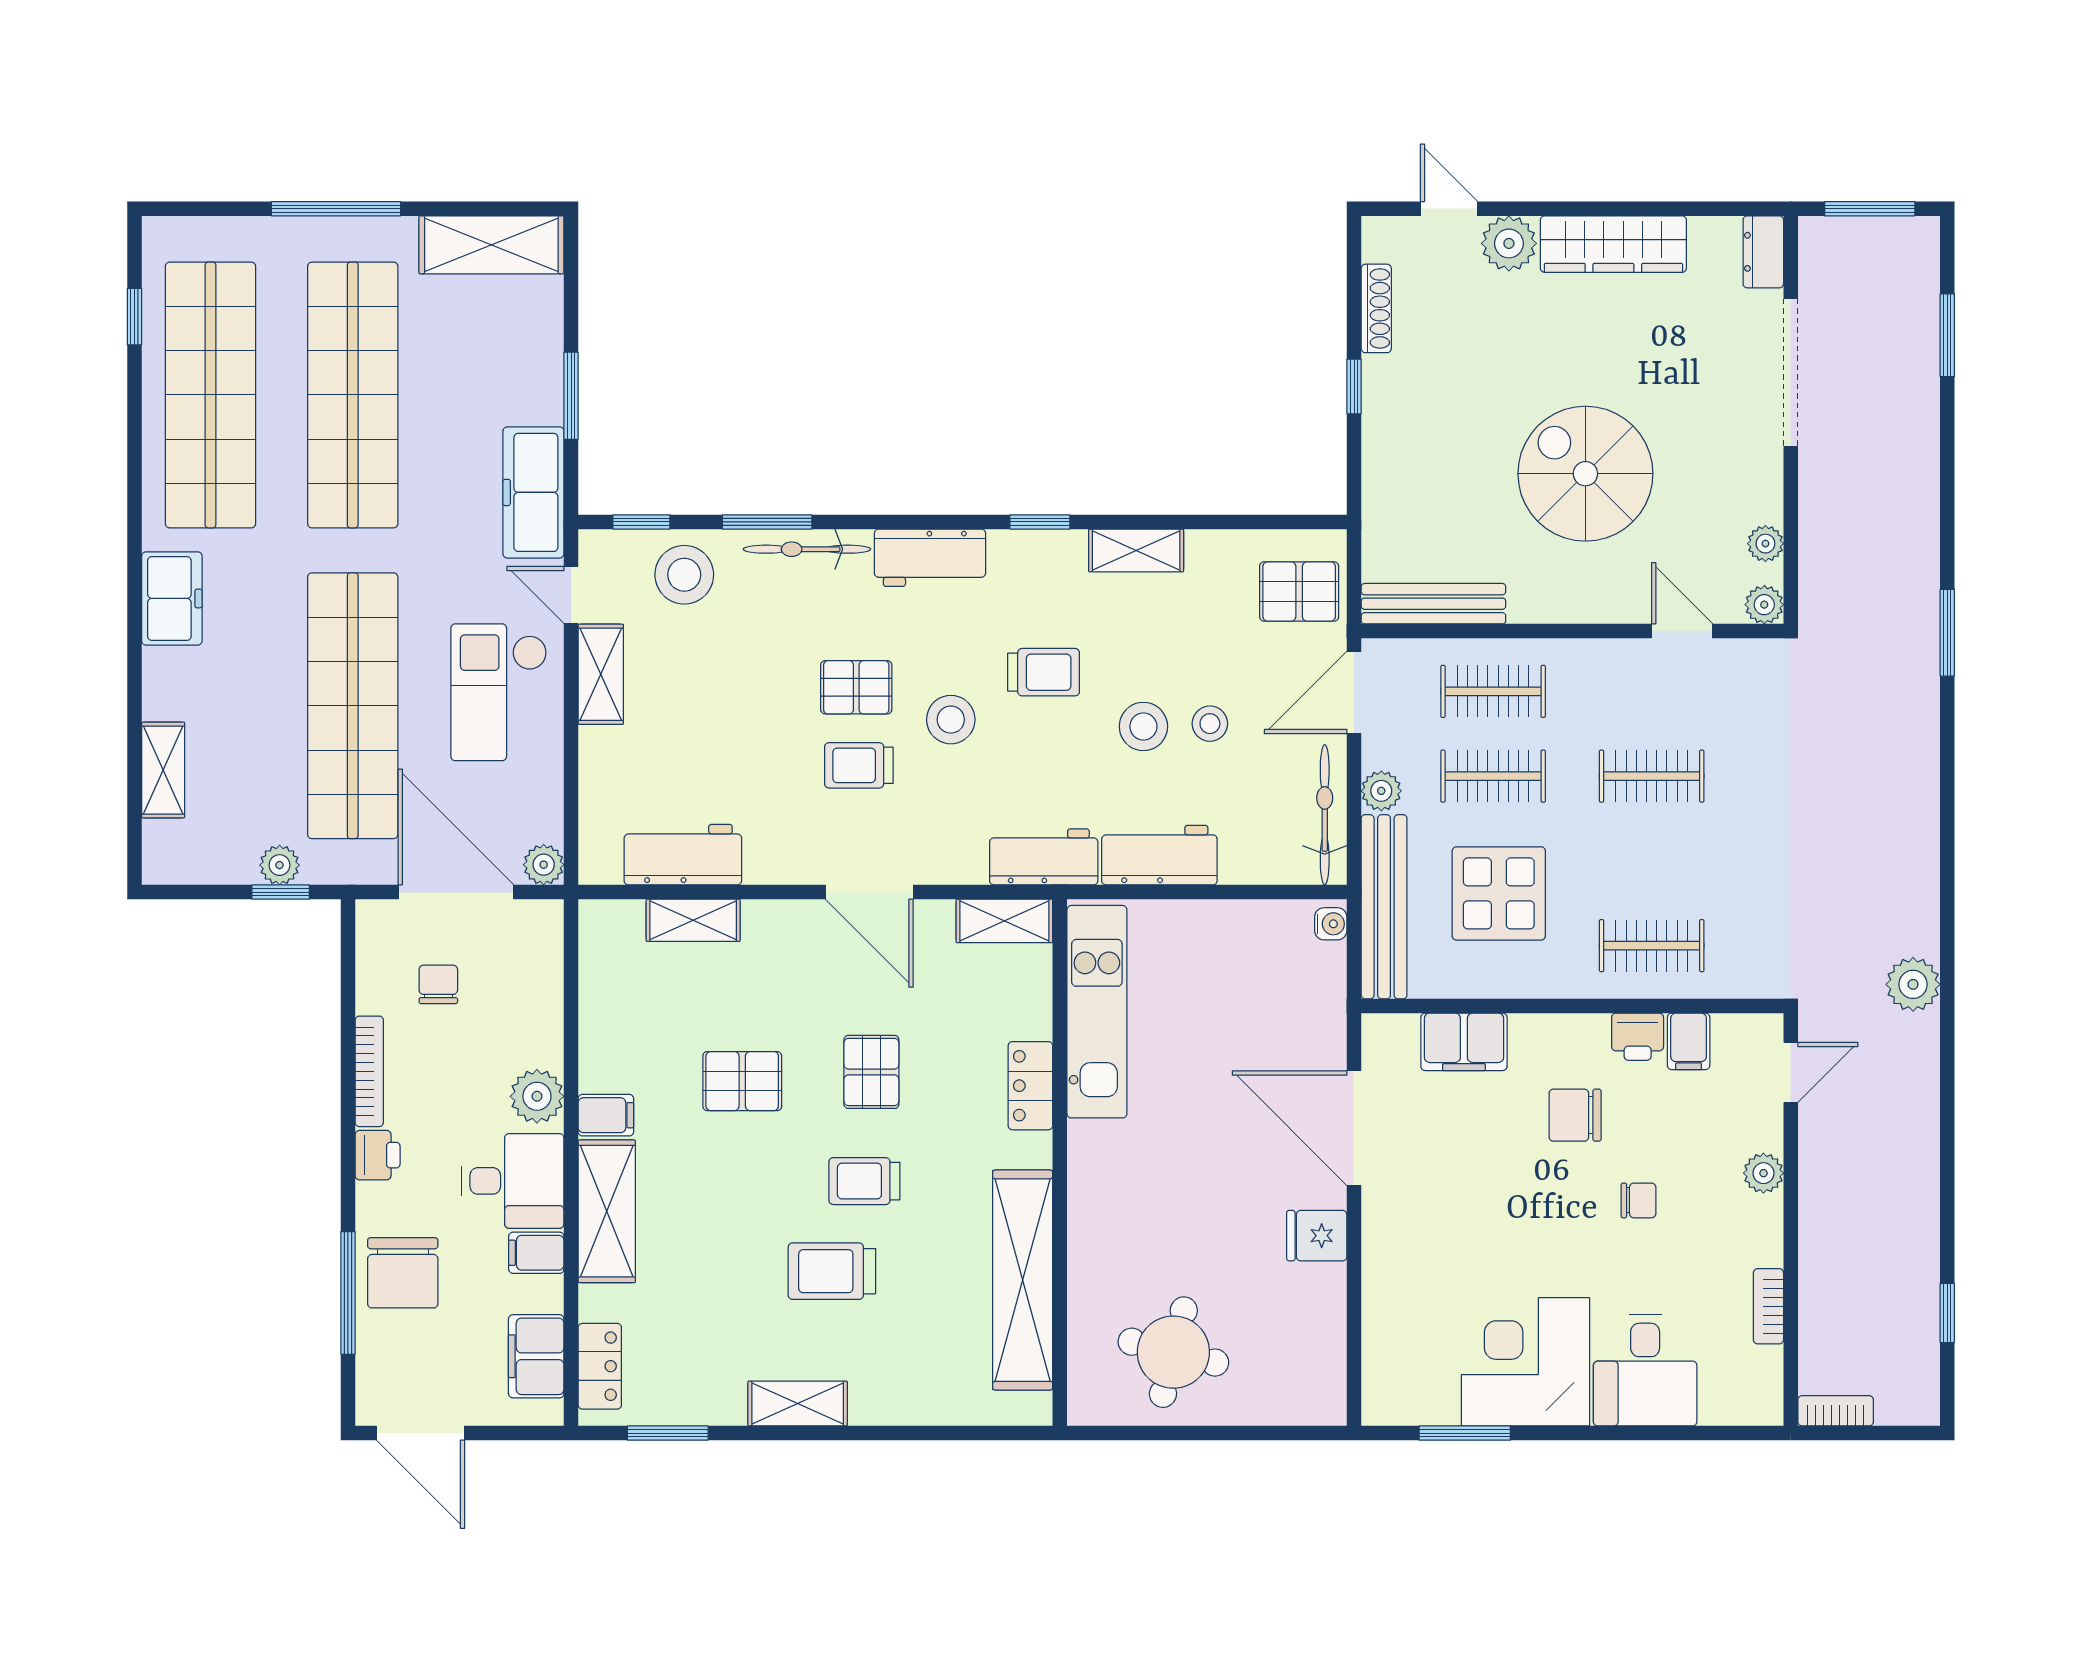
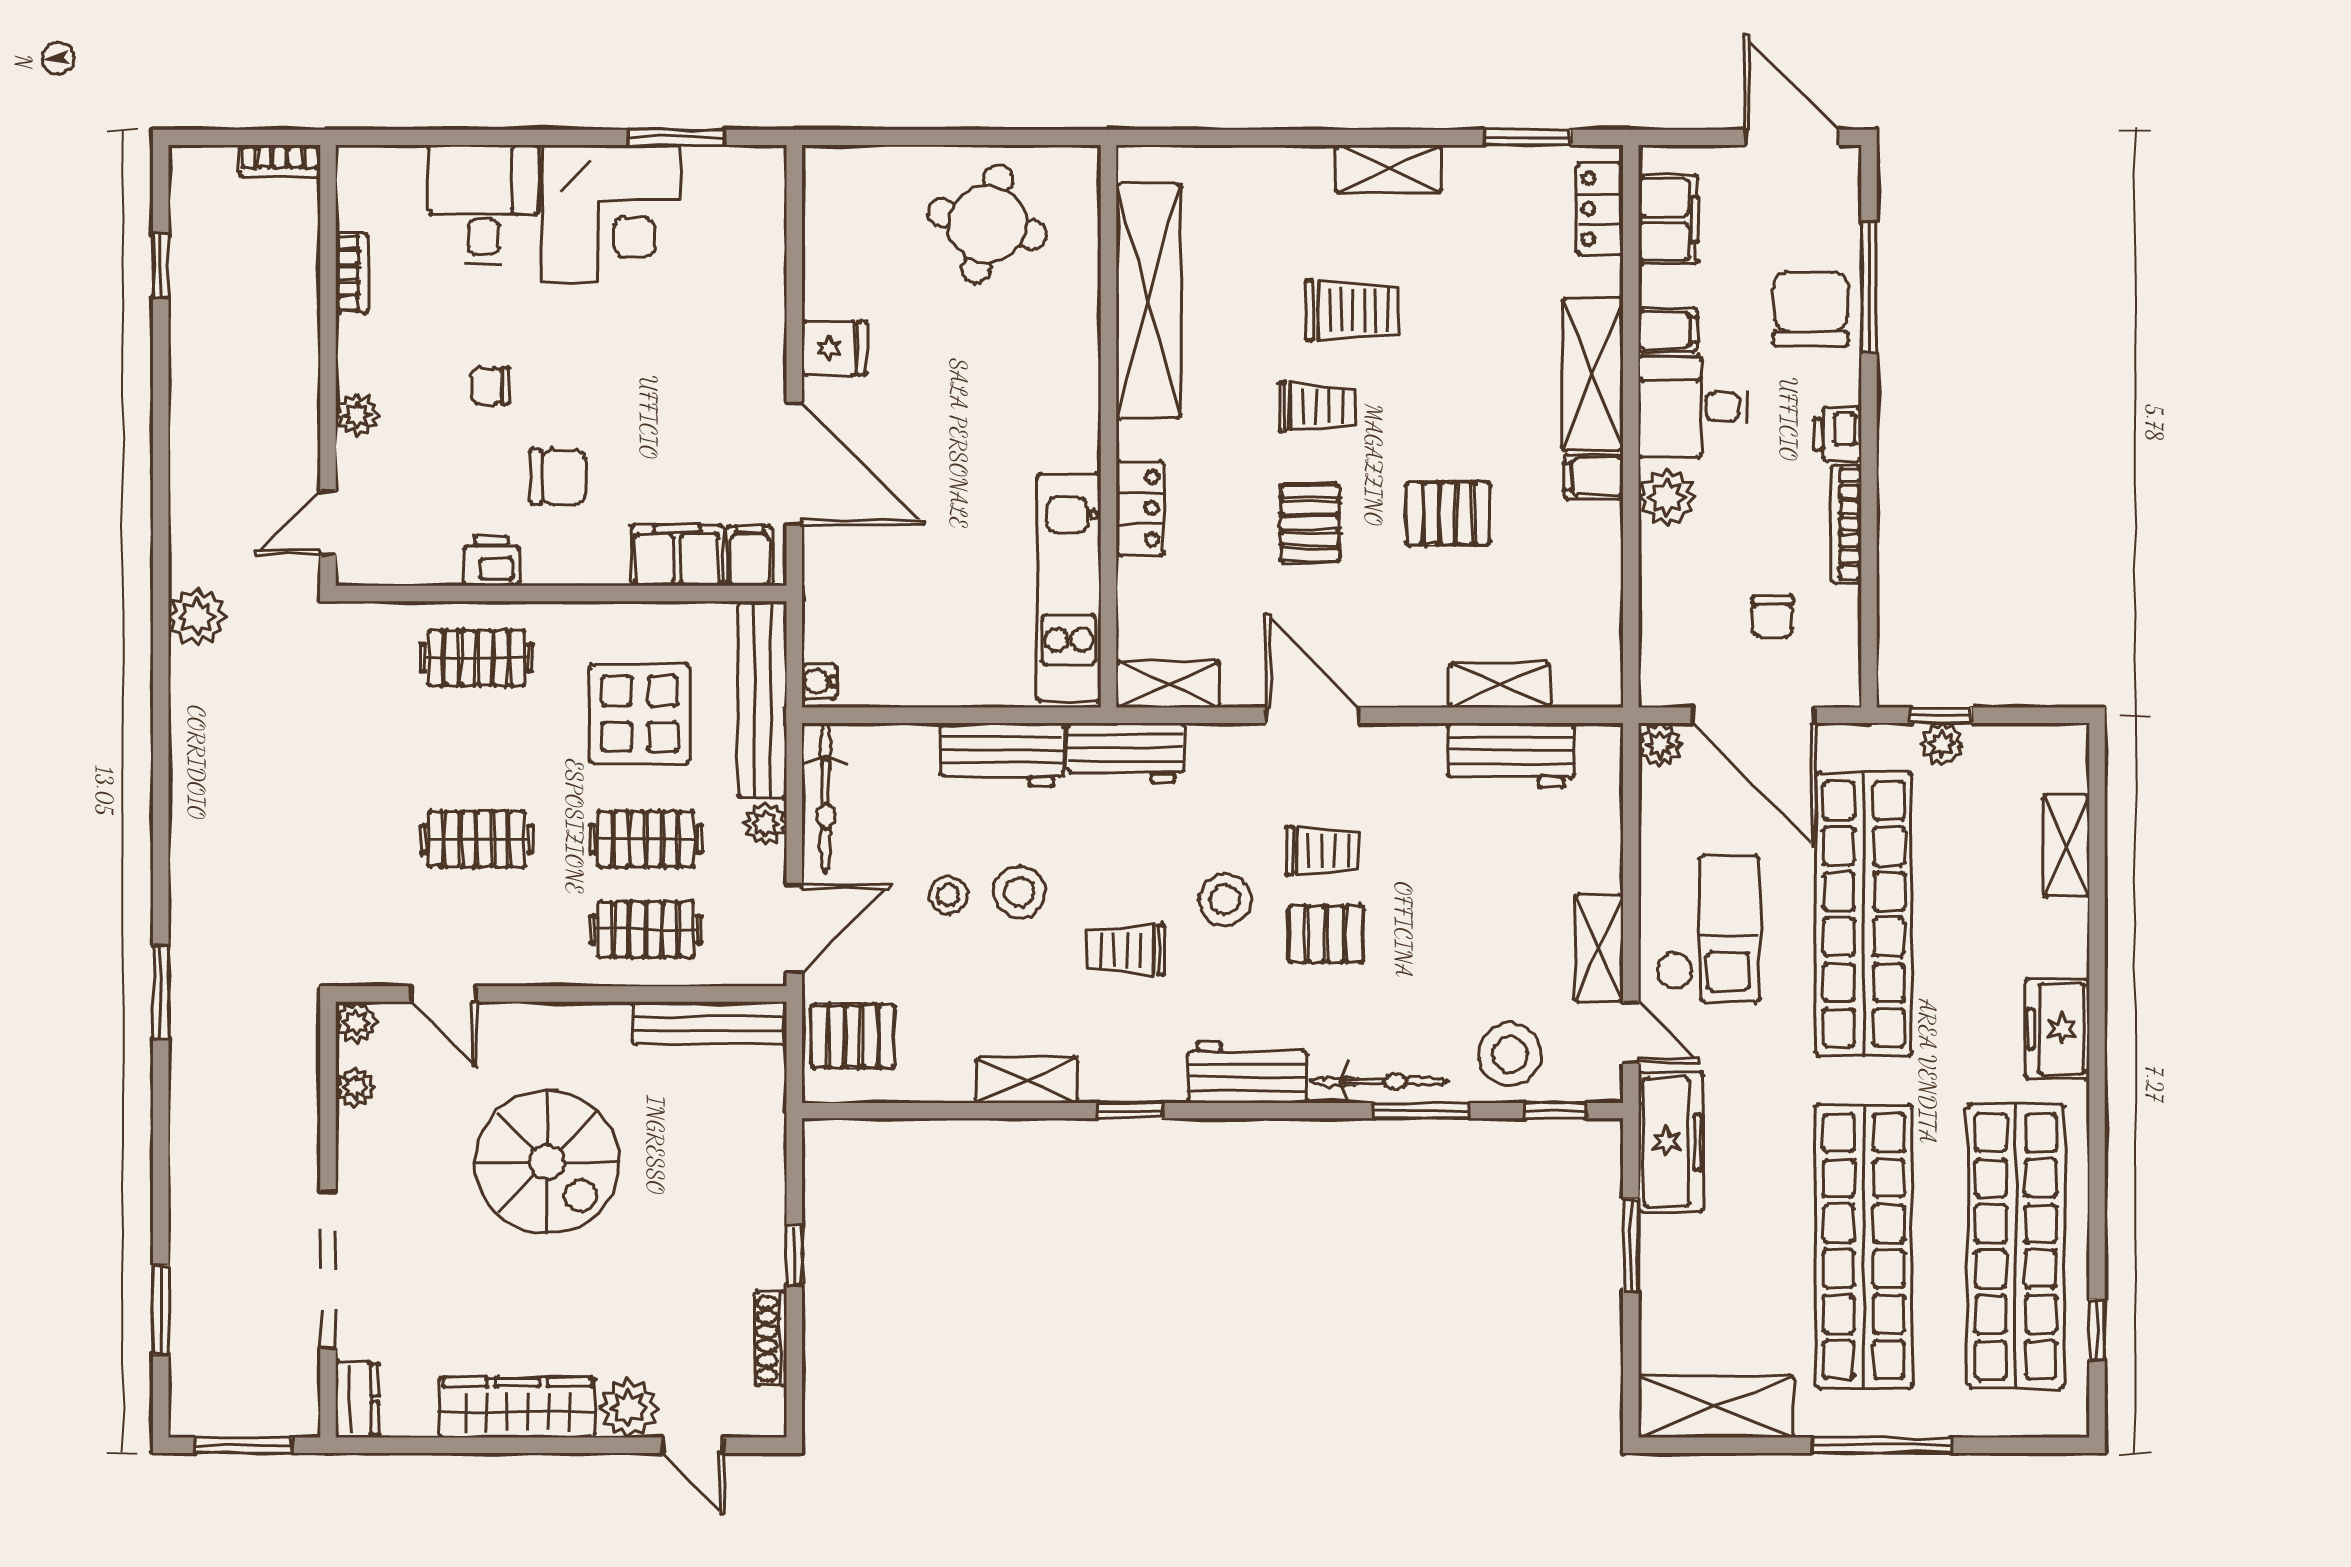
filing cabinet: (1689, 1041) -> (750, 556), moved

